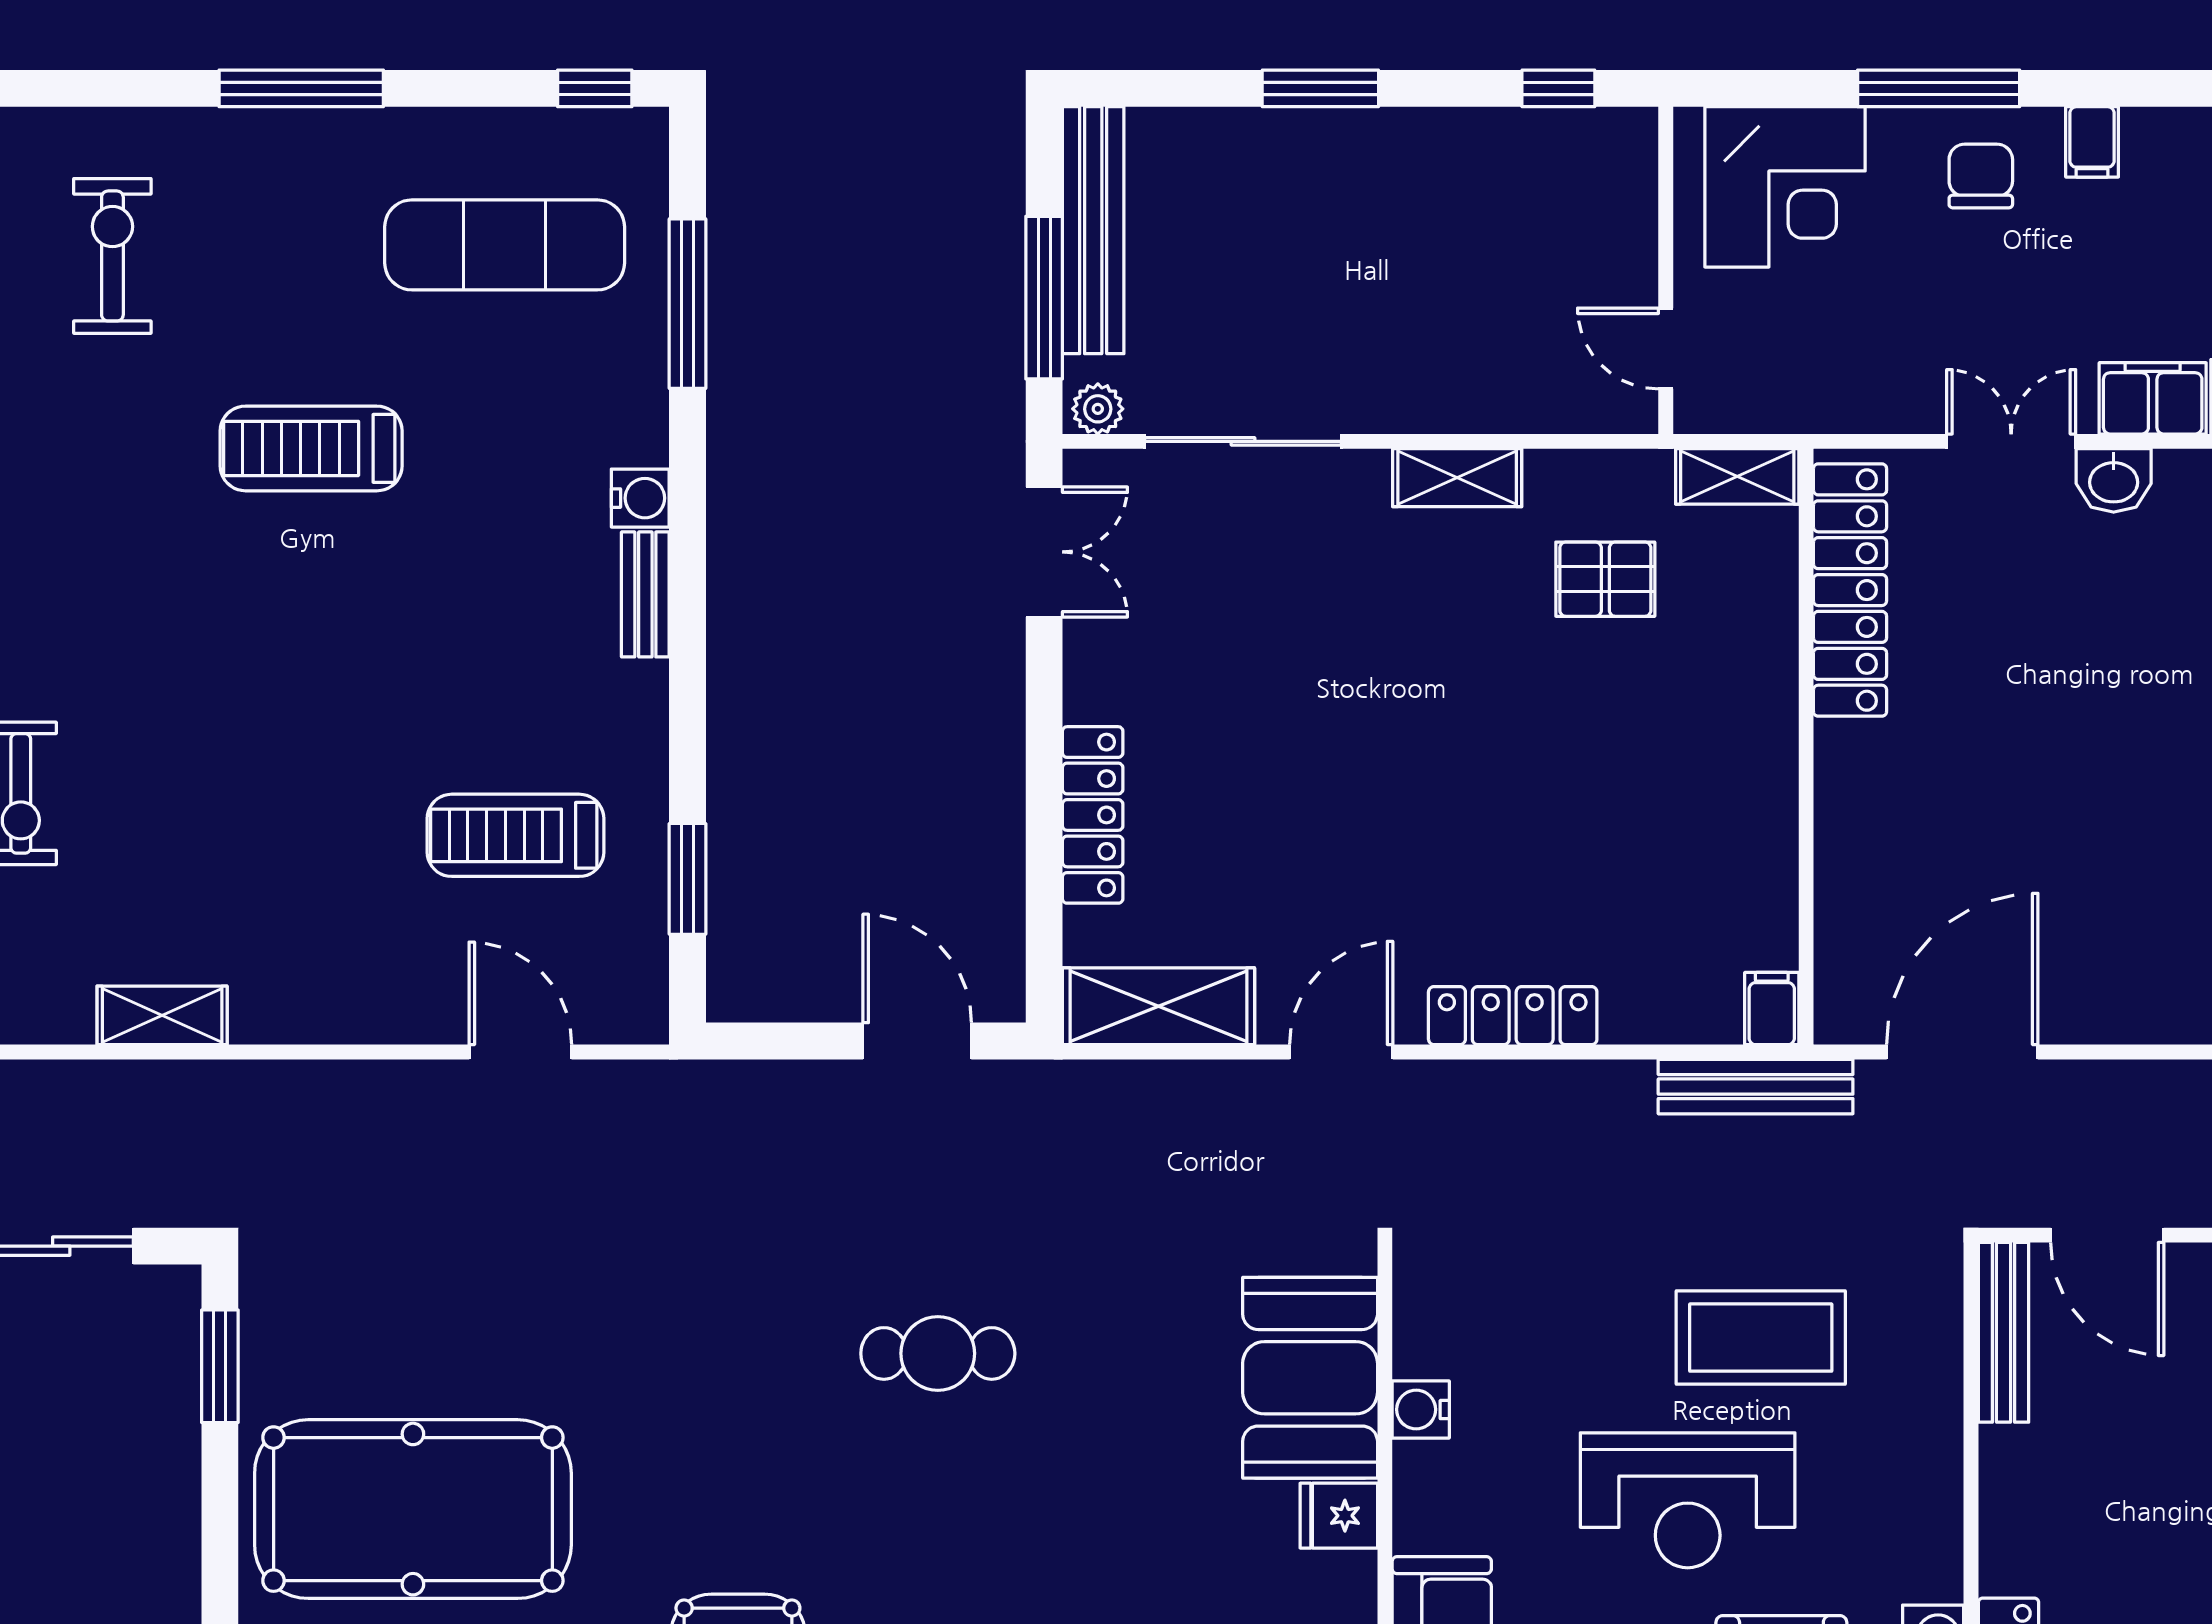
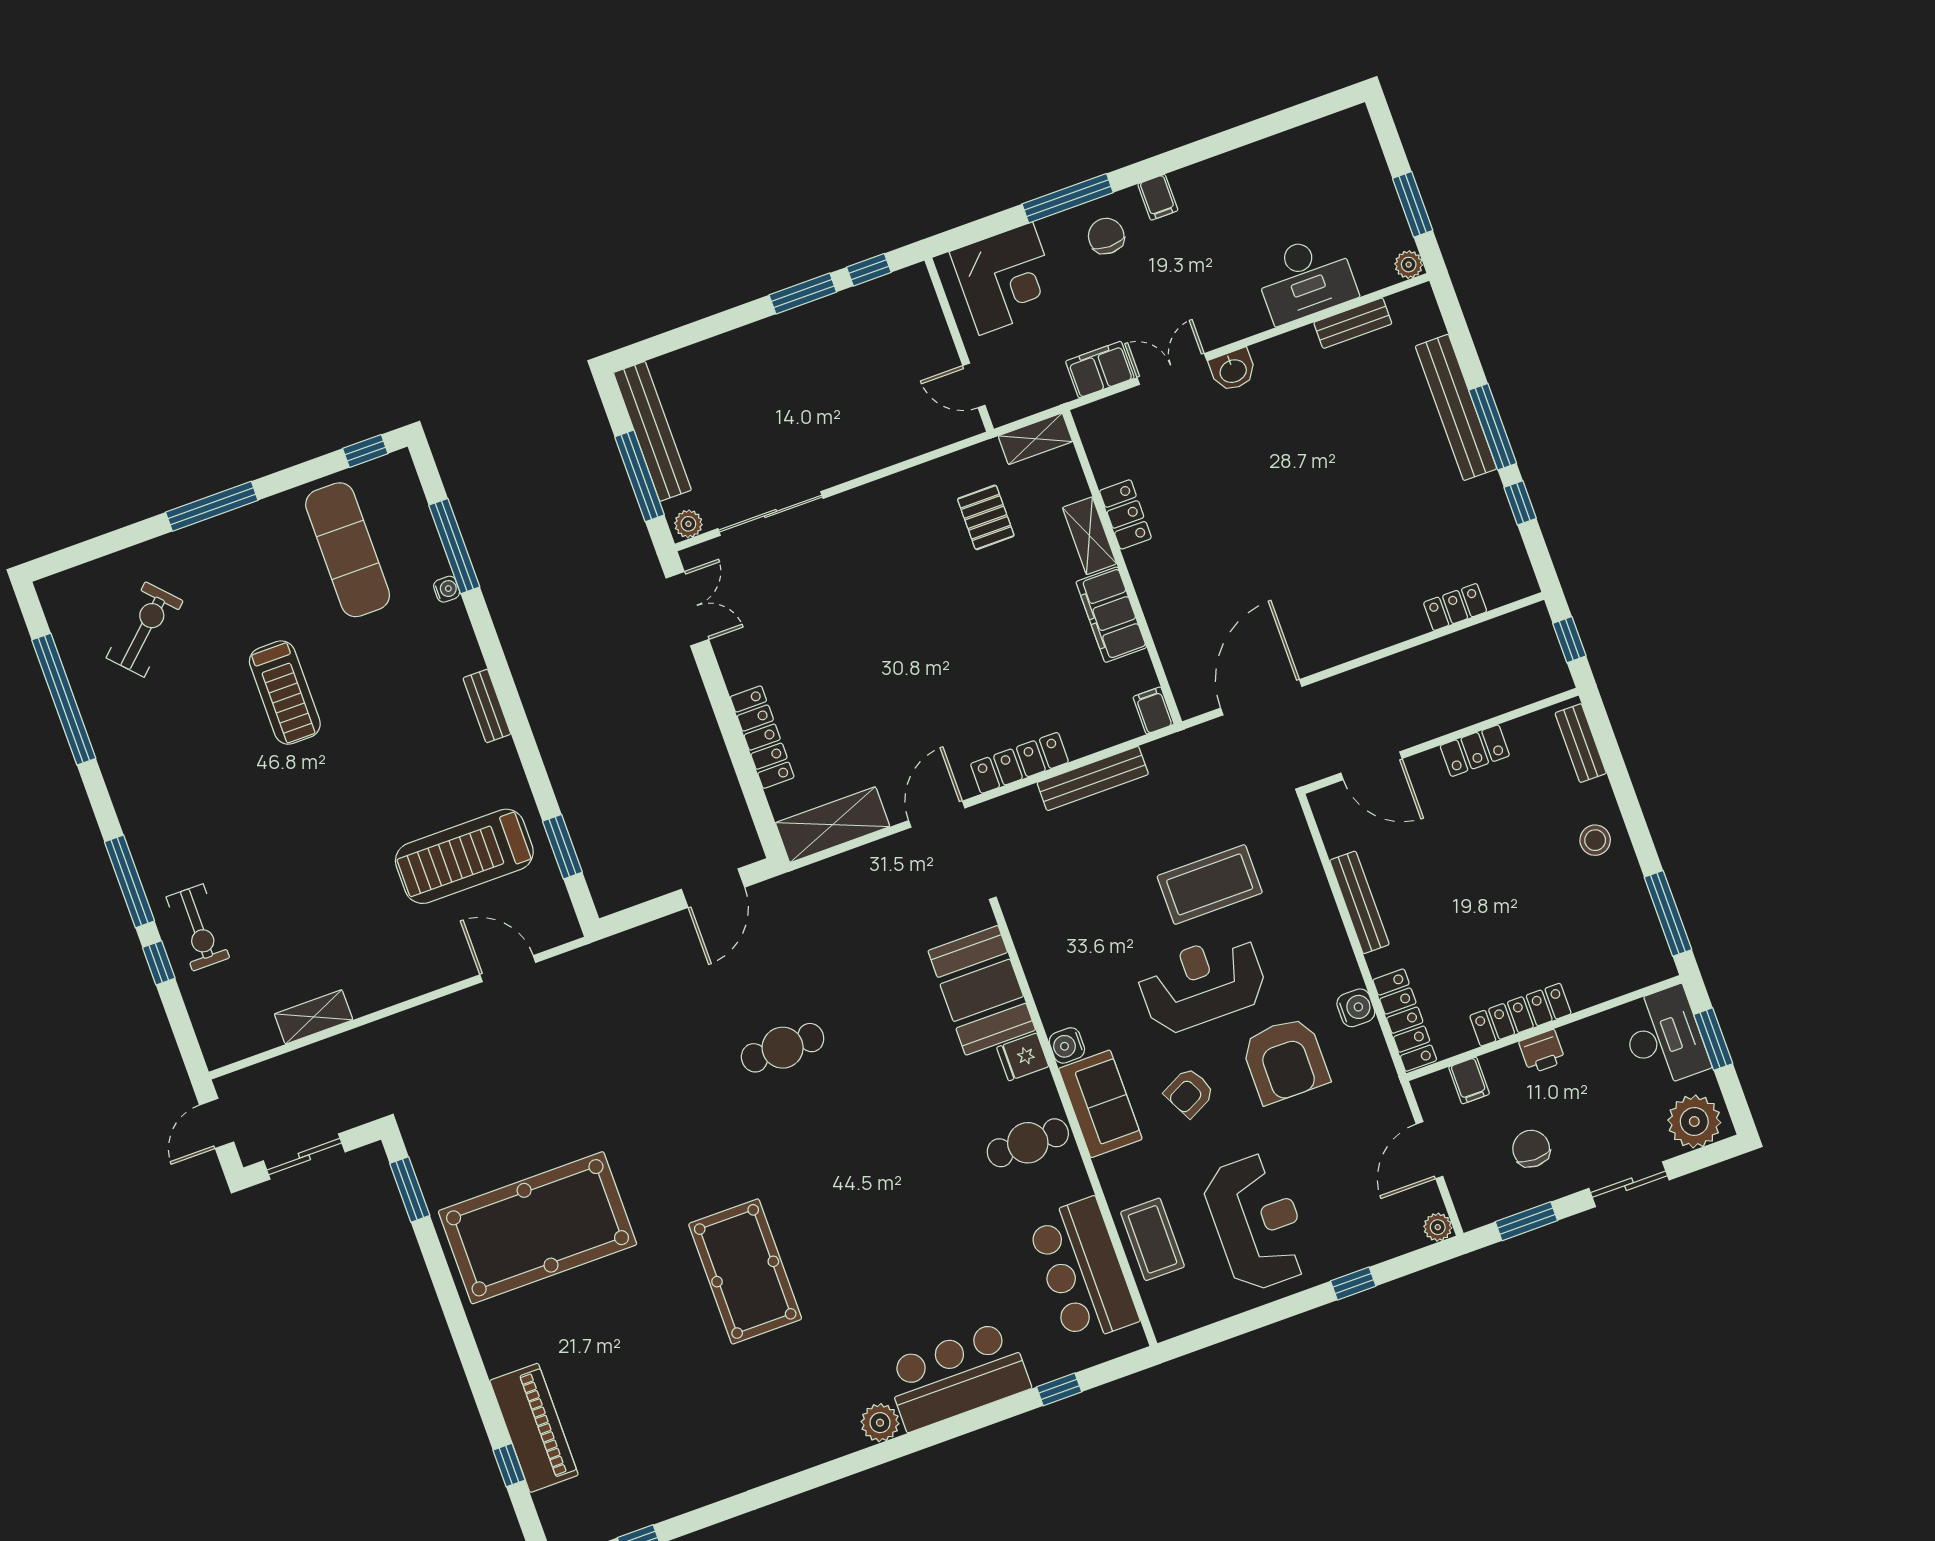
window: (1320, 88) -> (803, 294), moved
exercise mat: (505, 245) -> (348, 550), turned 90
exercise bike: (112, 256) -> (145, 629), turned 47
filing cabinet: (2153, 398) -> (1100, 370), moved
treadmill: (311, 448) -> (285, 693), turned -90
shelving: (1457, 478) -> (1089, 536), moved, turned 90
water cooler: (640, 498) -> (447, 589), moved, width x0.72, depth x0.72
pallet: (1605, 579) -> (986, 517), turned 90
locker: (1850, 590) -> (1125, 514), width x0.46, depth x0.83
filing cabinet: (1759, 820) -> (1111, 615), added
treadmill: (515, 835) -> (464, 856), width x1.37, depth x1.38
door: (917, 1041) -> (713, 888), swing flipped
bench: (1756, 1087) -> (1093, 778), moved
bench: (2003, 1332) -> (1359, 902), moved
water cooler: (1421, 1410) -> (1067, 1045), moved
reception desk: (1688, 1500) -> (1202, 983), turned 180

